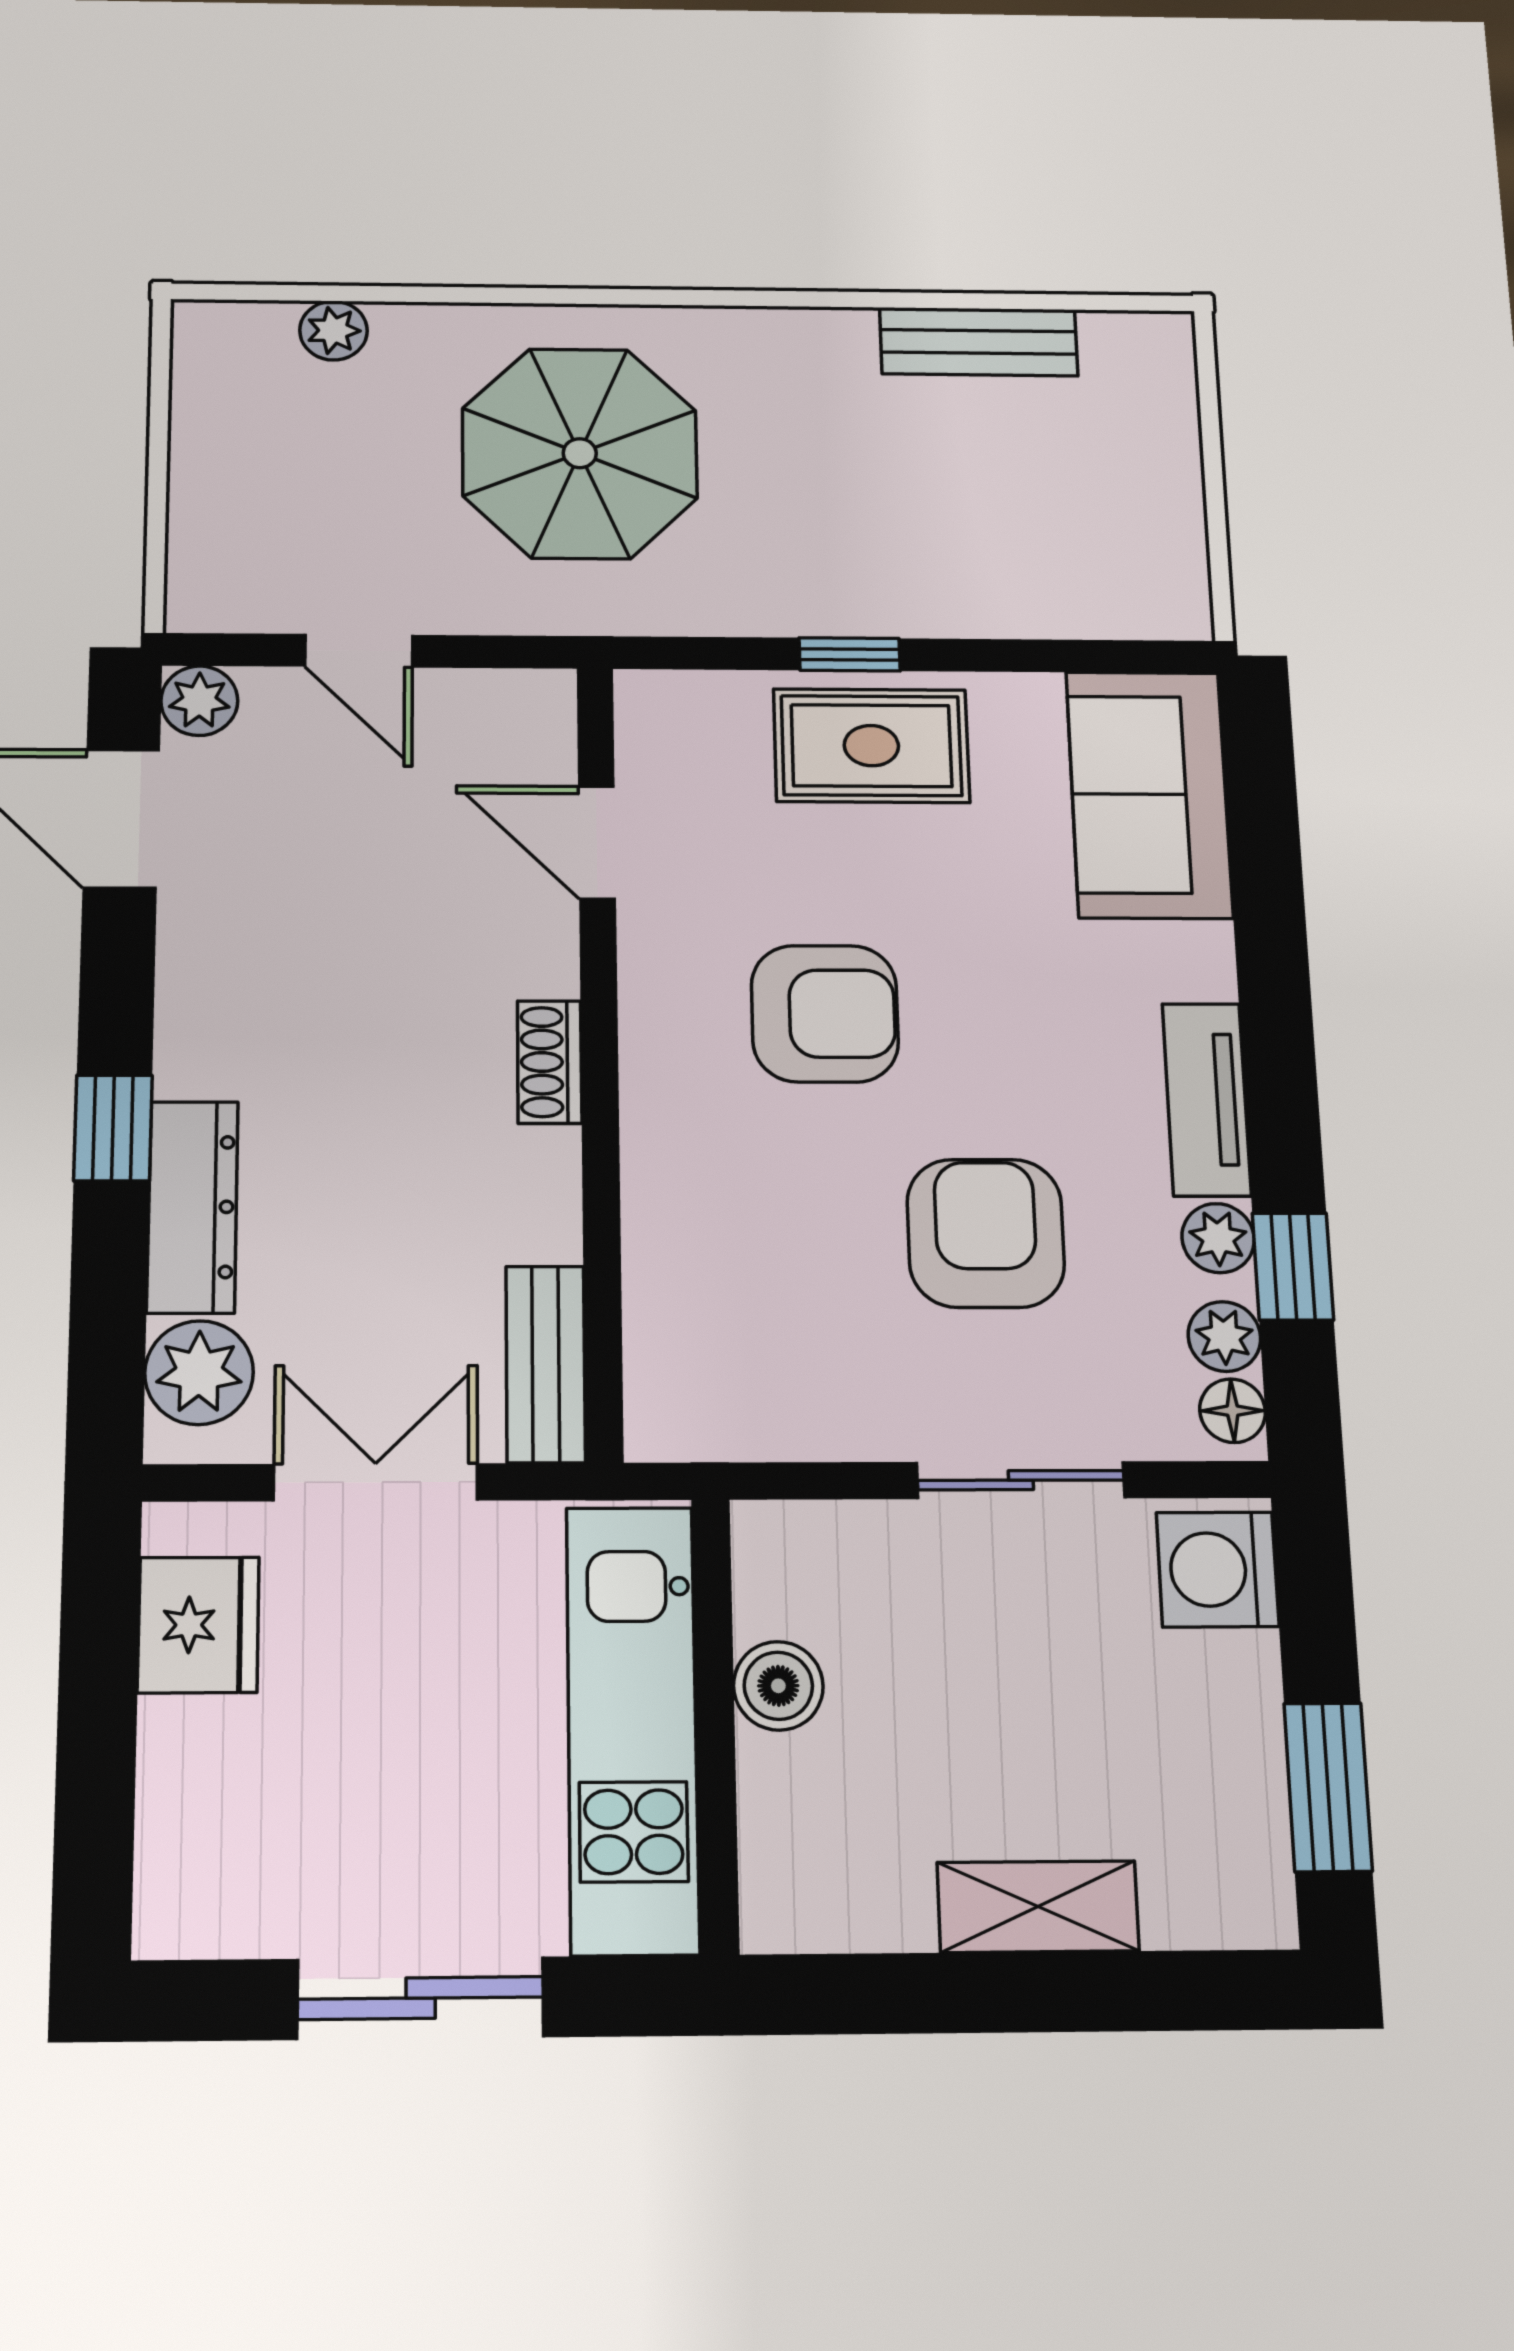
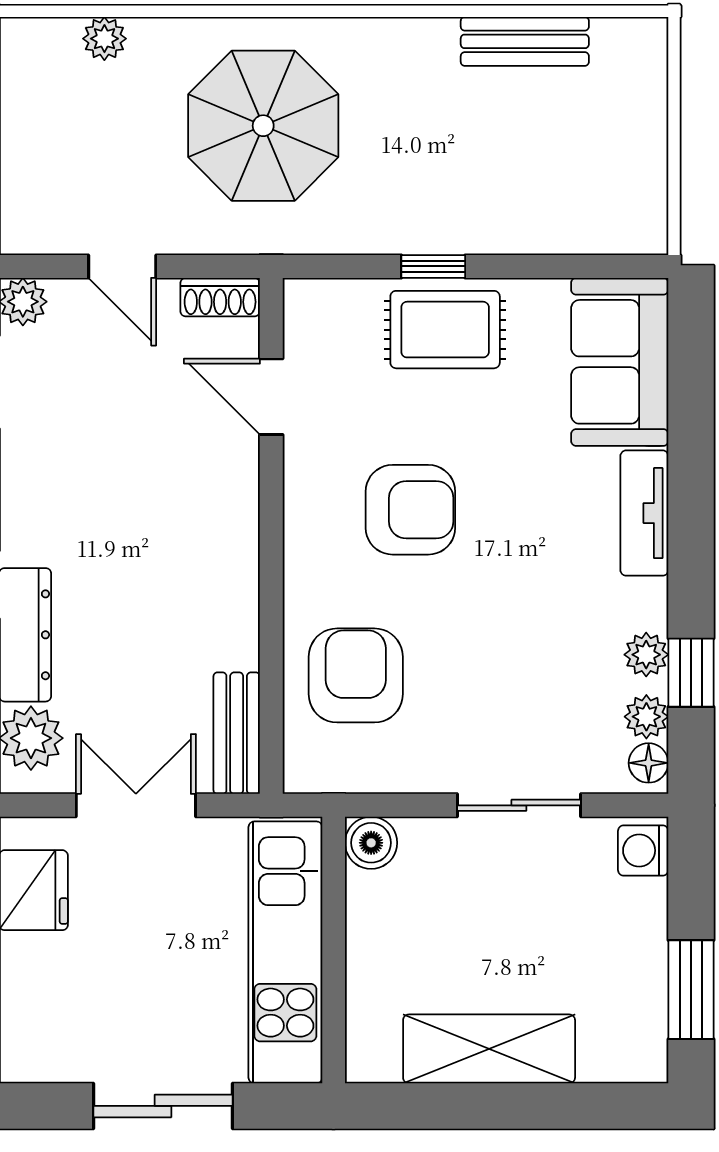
shoe rack: (549, 1062) -> (220, 297), moved, turned -90
tv unit: (1207, 1099) -> (644, 513), moved
armchair: (986, 1233) -> (356, 675), moved
washing machine: (1217, 1569) -> (643, 850), width x0.73, depth x0.73
boiler: (778, 1686) -> (371, 843), moved
shelving: (1038, 1907) -> (489, 1049), width x1.50, depth x1.33

